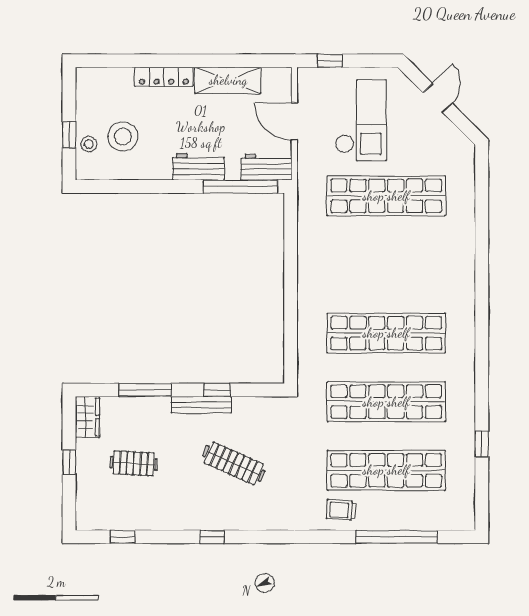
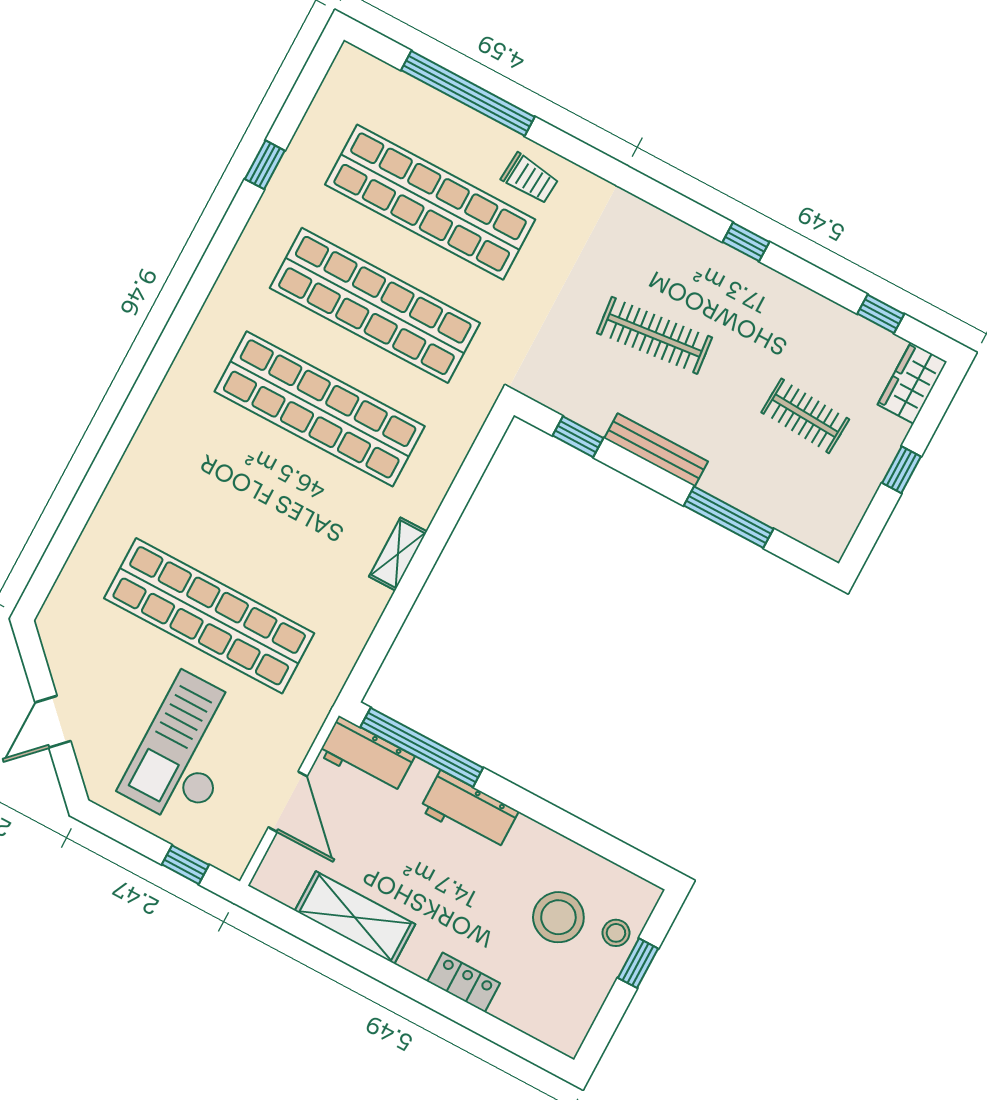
locker: (164, 77) -> (464, 982), width x0.66
shelving: (306, 280) -> (398, 554), added
window: (217, 390) -> (578, 437), moved
wardrobe: (87, 417) -> (912, 383), moved
clothes rail: (234, 463) -> (654, 335), turned -30

